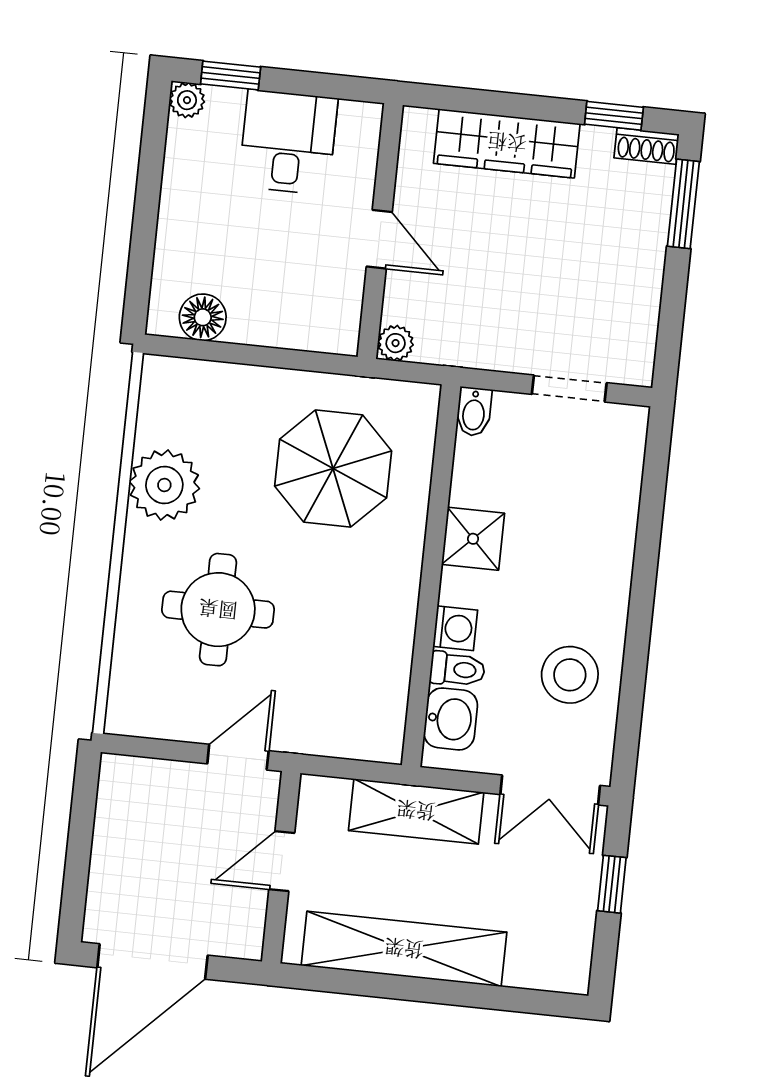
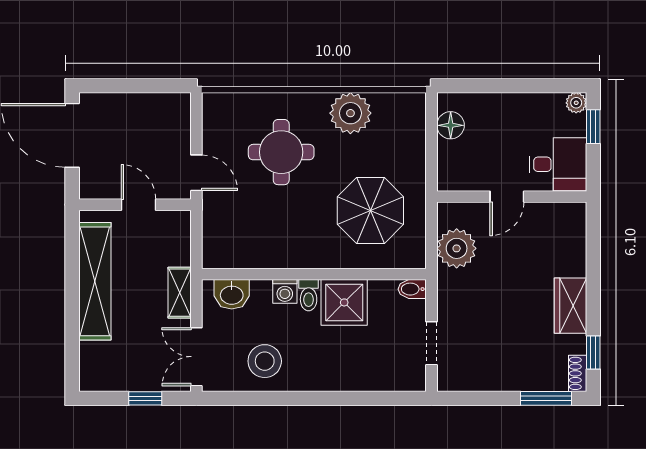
wardrobe: (507, 143) -> (570, 306), width x0.67
wall: (380, 231) -> (512, 197), moved
door: (379, 239) -> (507, 197), moved
plant: (396, 343) -> (457, 248), width x1.88, depth x1.88
shower: (473, 539) -> (344, 302), width x1.36, depth x1.36
toilet: (457, 669) -> (309, 295), moved
shelving: (416, 811) -> (180, 293), width x0.67, depth x0.75

